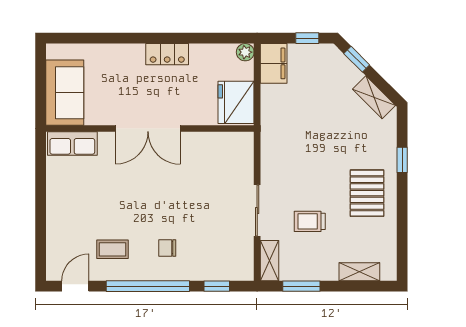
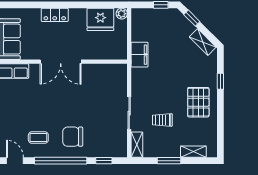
locker: (167, 54) -> (55, 15), moved
filing cabinet: (274, 63) -> (140, 55), moved
fridge: (236, 102) -> (100, 19), moved, turned -90
chair: (167, 248) -> (73, 137), width x1.87, depth x1.87
door: (75, 286) -> (15, 161), hinge flipped
window: (301, 286) -> (169, 161), moved

